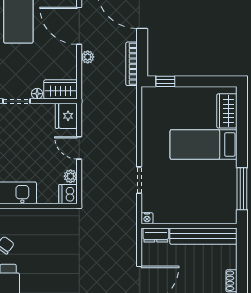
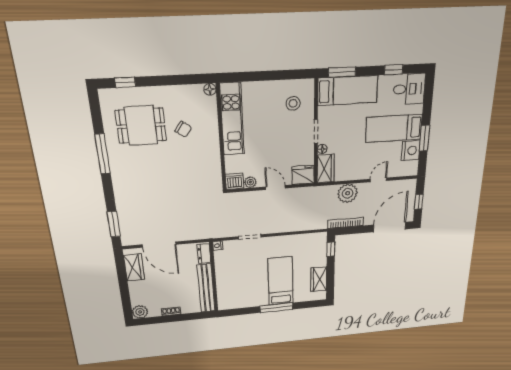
door: (79, 26) -> (378, 180), width x0.53
plant: (88, 57) -> (348, 193), width x1.88, depth x1.88
wardrobe: (227, 111) -> (319, 279), moved, turned -90
door: (79, 148) -> (275, 187), hinge flipped
window: (242, 189) -> (276, 308), moved

